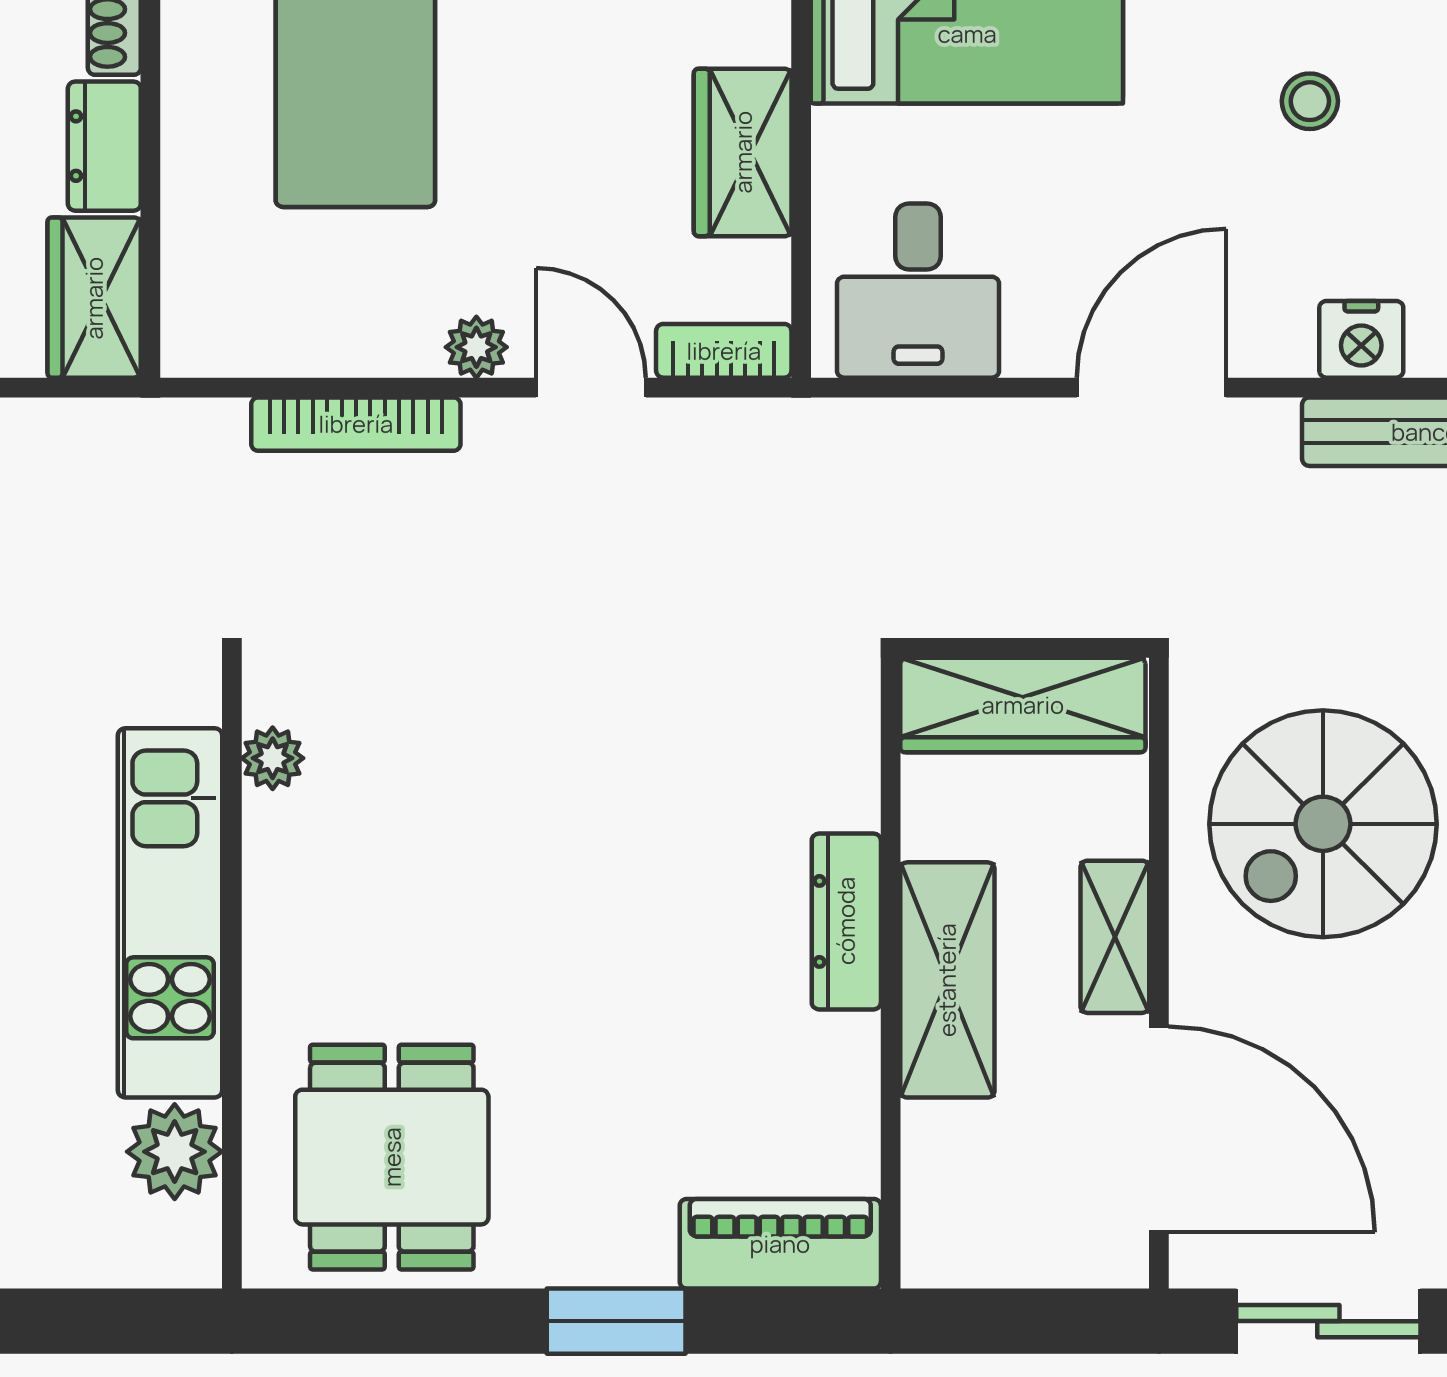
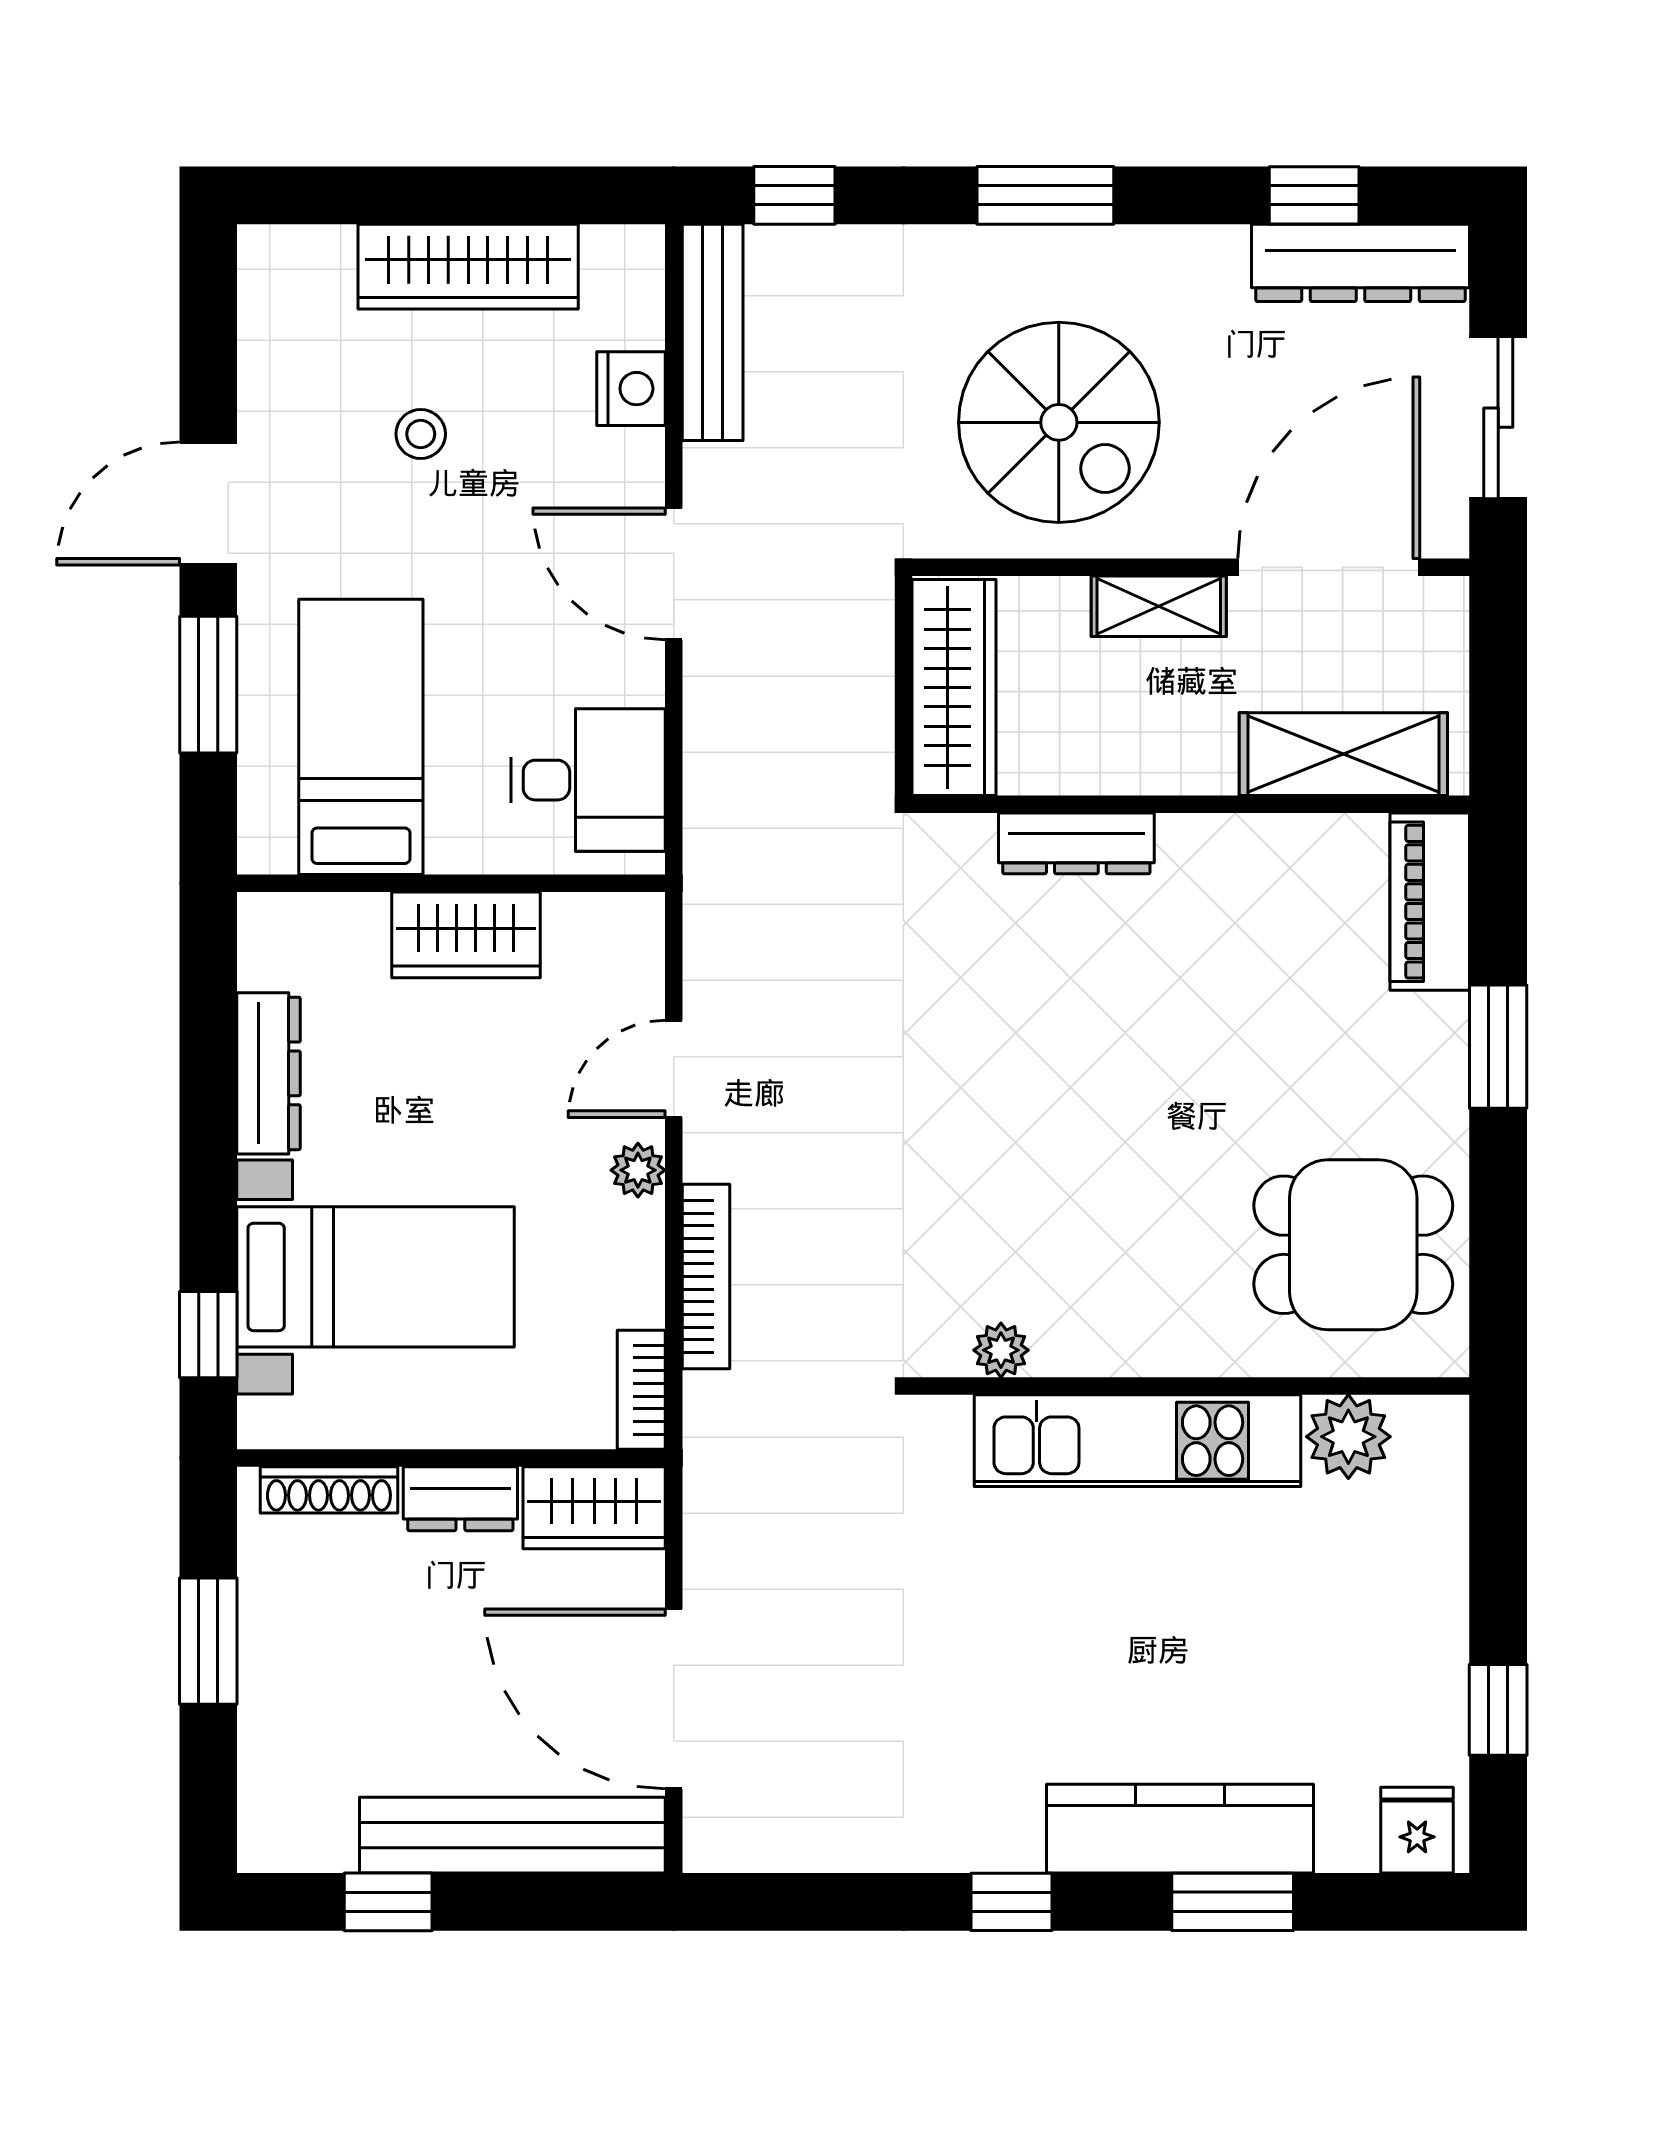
bookcase: (724, 351) -> (641, 1390), moved
dresser: (846, 921) -> (1076, 843), moved
shelving: (947, 980) -> (1343, 754), moved

